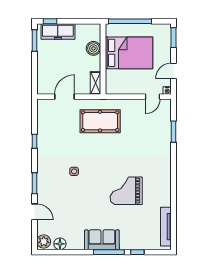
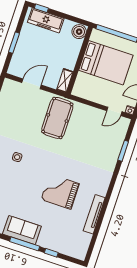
window: (35, 41) -> (14, 43), moved
boiler: (93, 48) -> (79, 32), moved
pool table: (100, 121) -> (57, 118), turned 90
tv unit: (166, 227) -> (94, 214), moved

